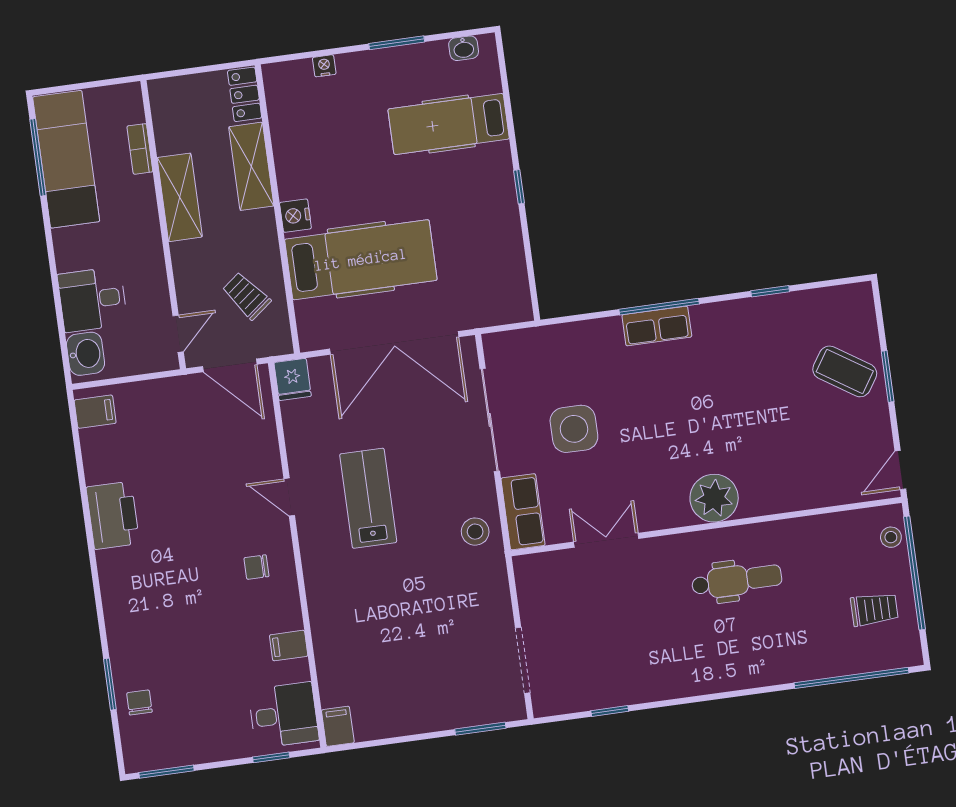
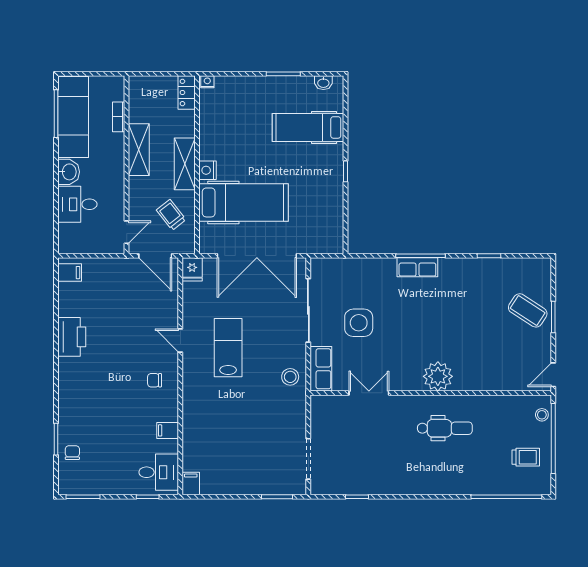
nightstand: (324, 66) -> (207, 82), moved
shelving: (251, 166) -> (185, 164), moved
washbasin: (86, 354) -> (69, 172), moved

